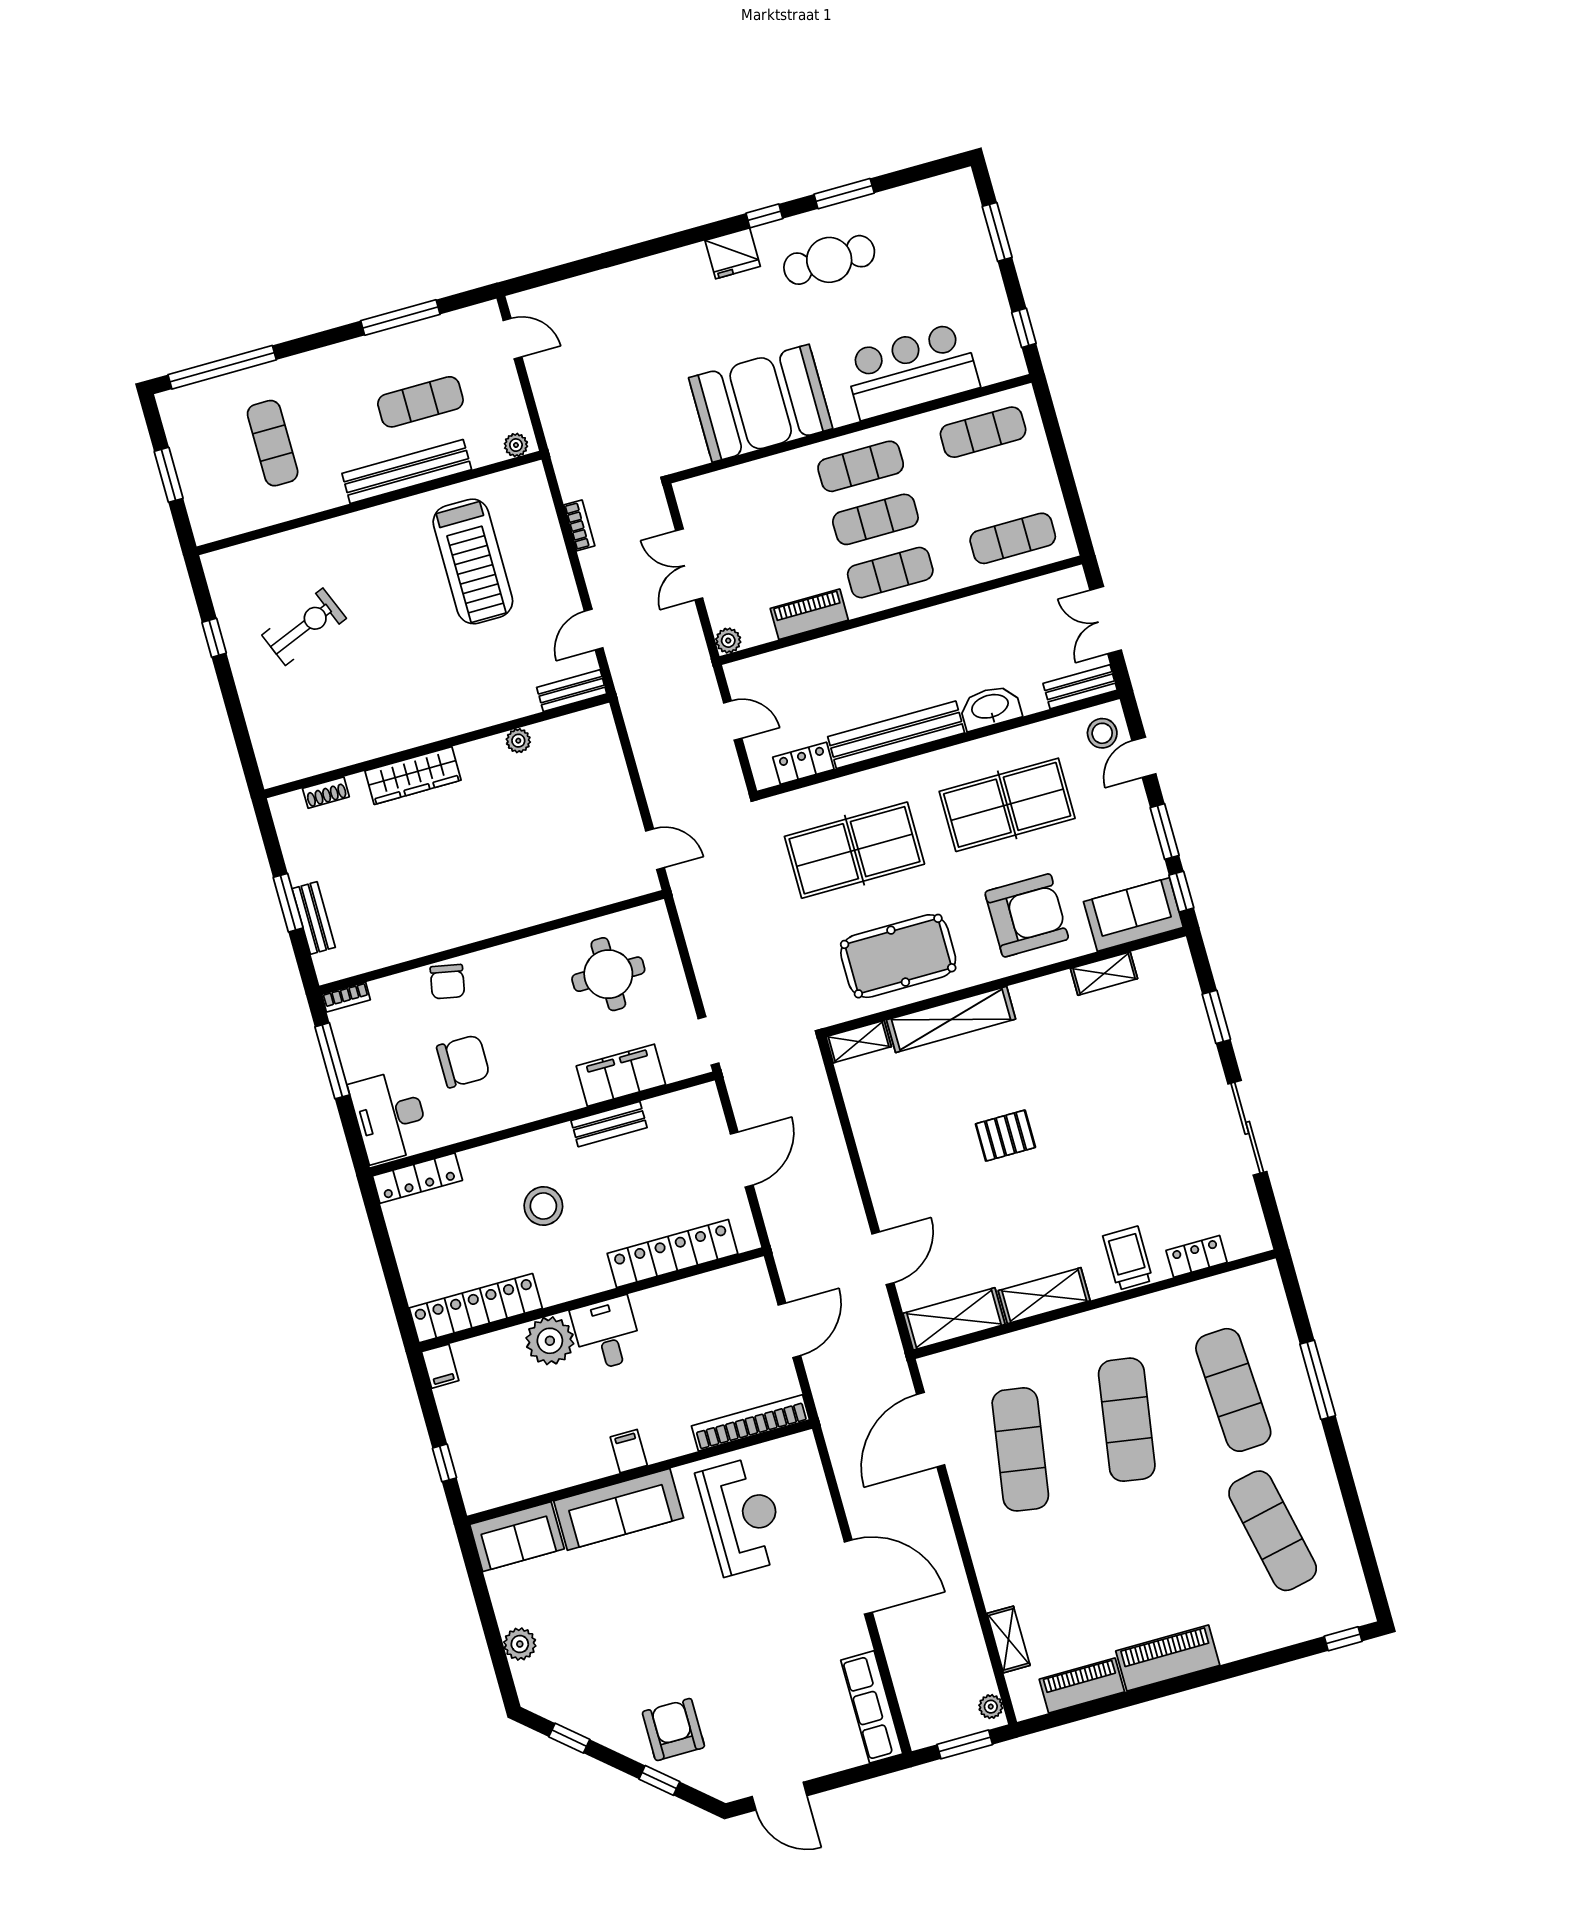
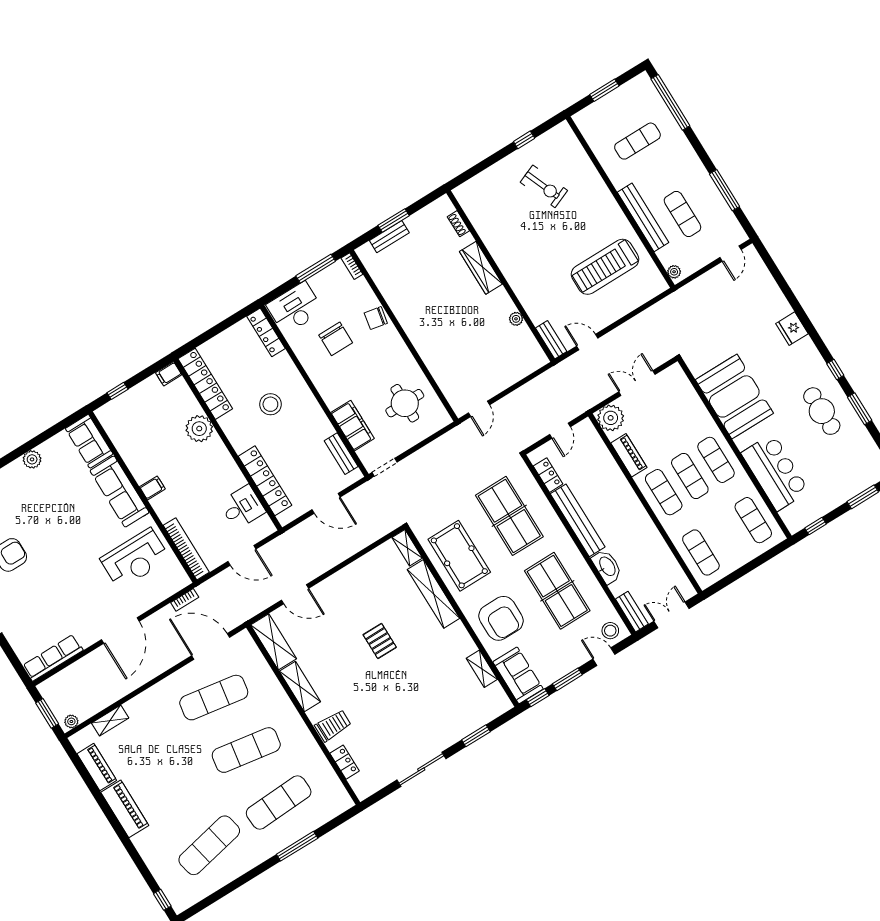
fridge: (733, 253) -> (792, 329), moved
bookcase: (579, 525) -> (185, 600), moved
plant: (728, 641) -> (611, 418), width x1.88, depth x1.88
bench: (609, 1124) -> (341, 454), moved
desk: (607, 1334) -> (242, 507), moved

